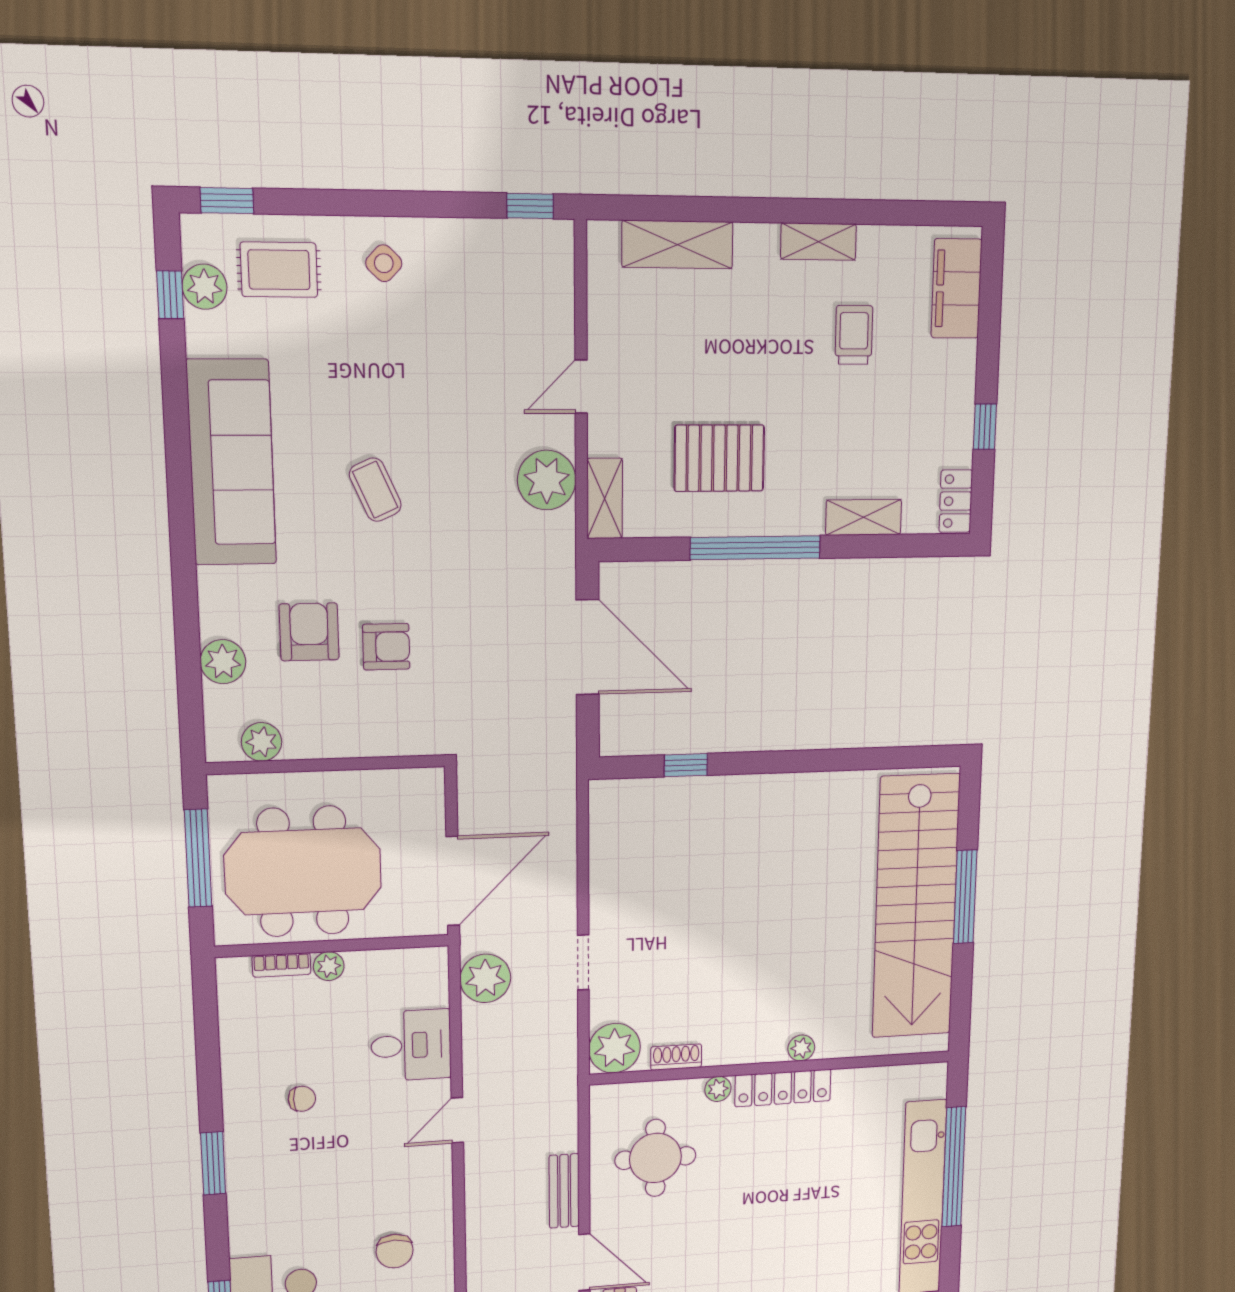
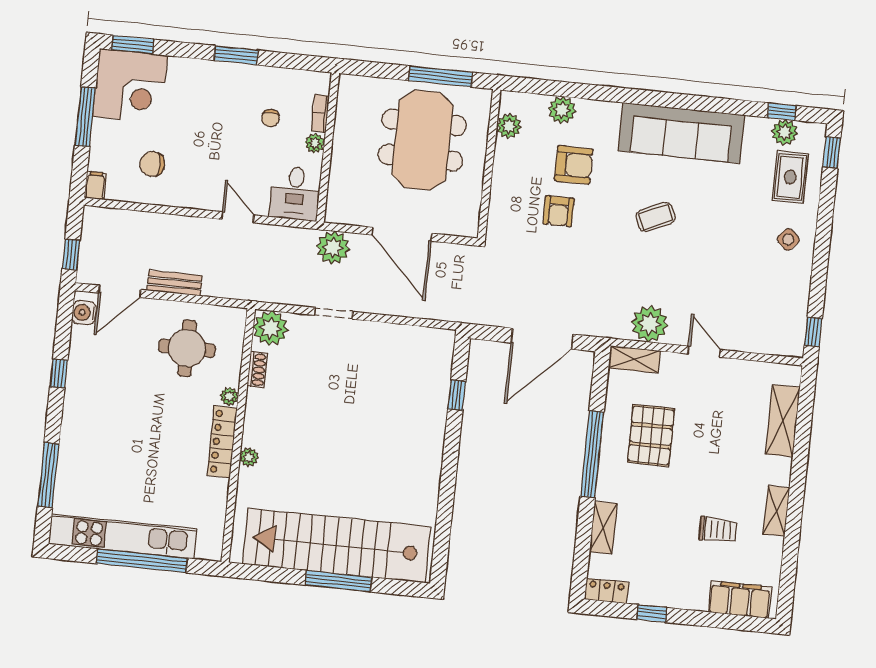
wall: (333, 946) -> (328, 147), moved
bookcase: (281, 965) -> (320, 113), moved
plant: (329, 966) -> (315, 143), moved

